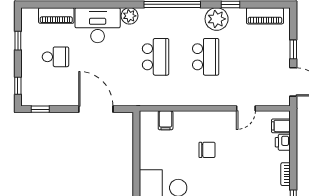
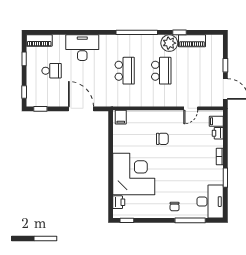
piano: (56, 15) -> (39, 41), moved
plant: (130, 16) -> (106, 41), removed
piano: (265, 16) -> (192, 41), moved
filing cabinet: (166, 120) -> (121, 117), moved

